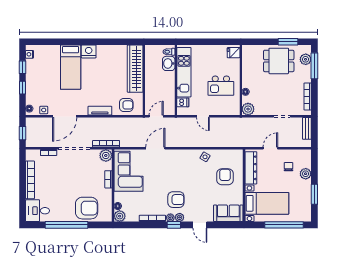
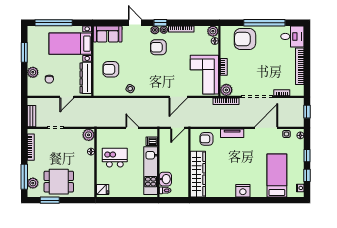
bed: (71, 67) -> (277, 175), moved
armchair: (225, 177) -> (111, 69), turned 90

